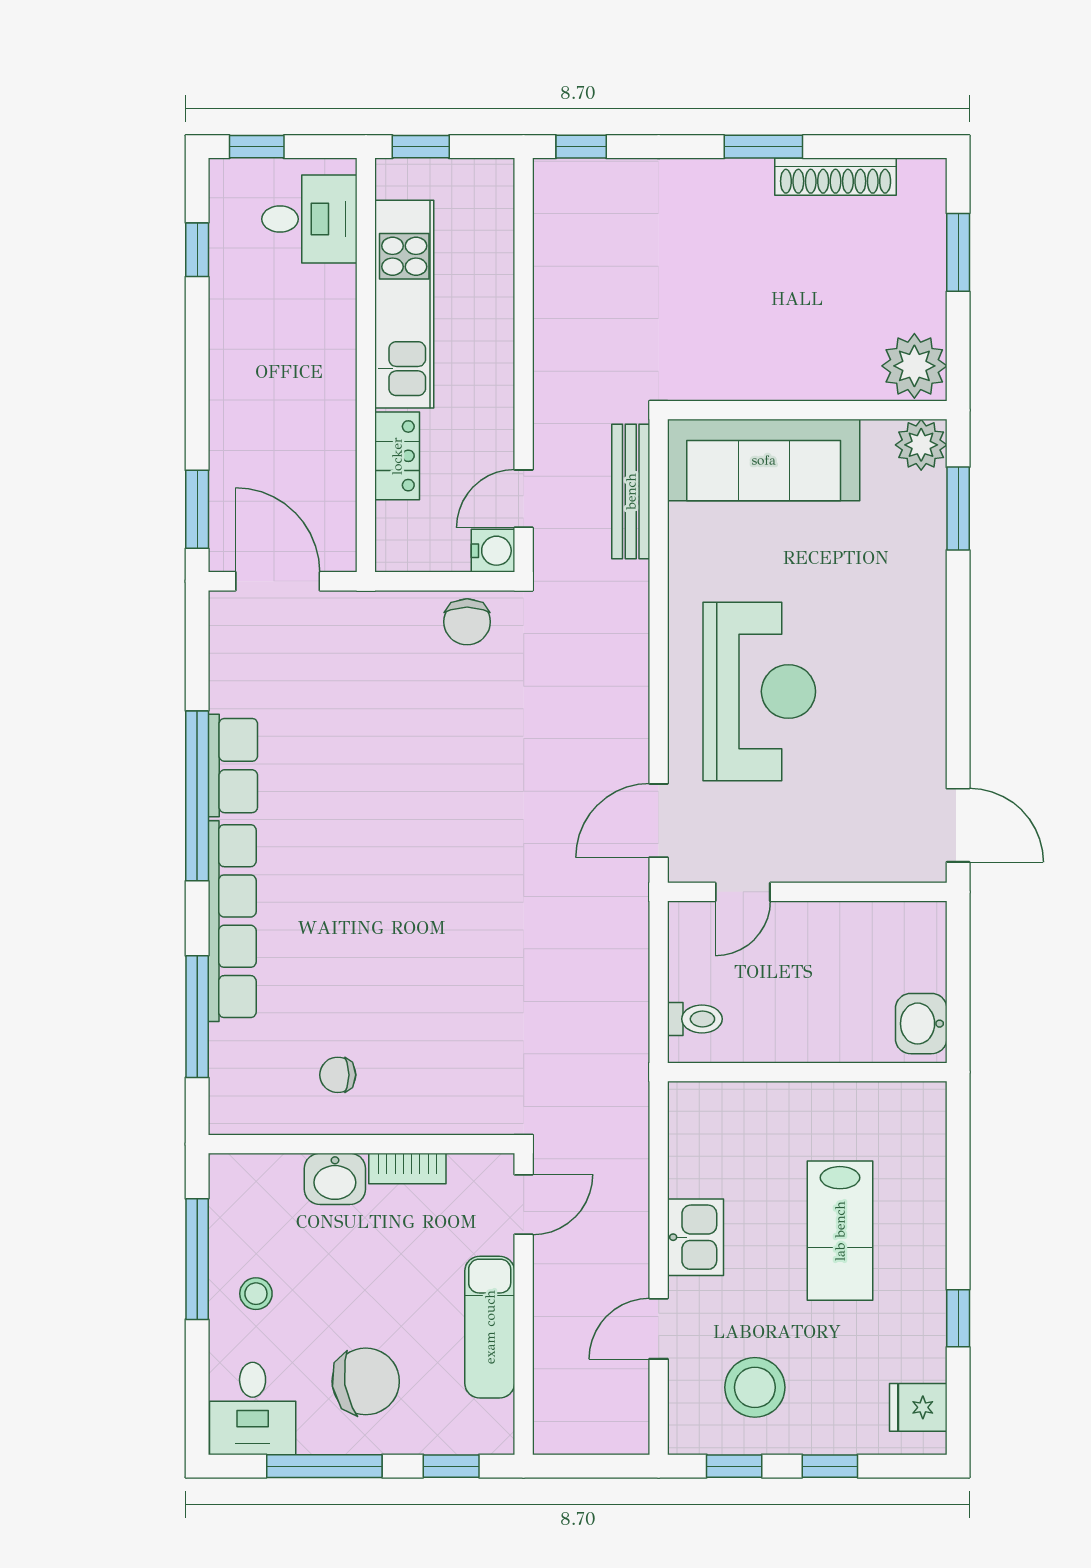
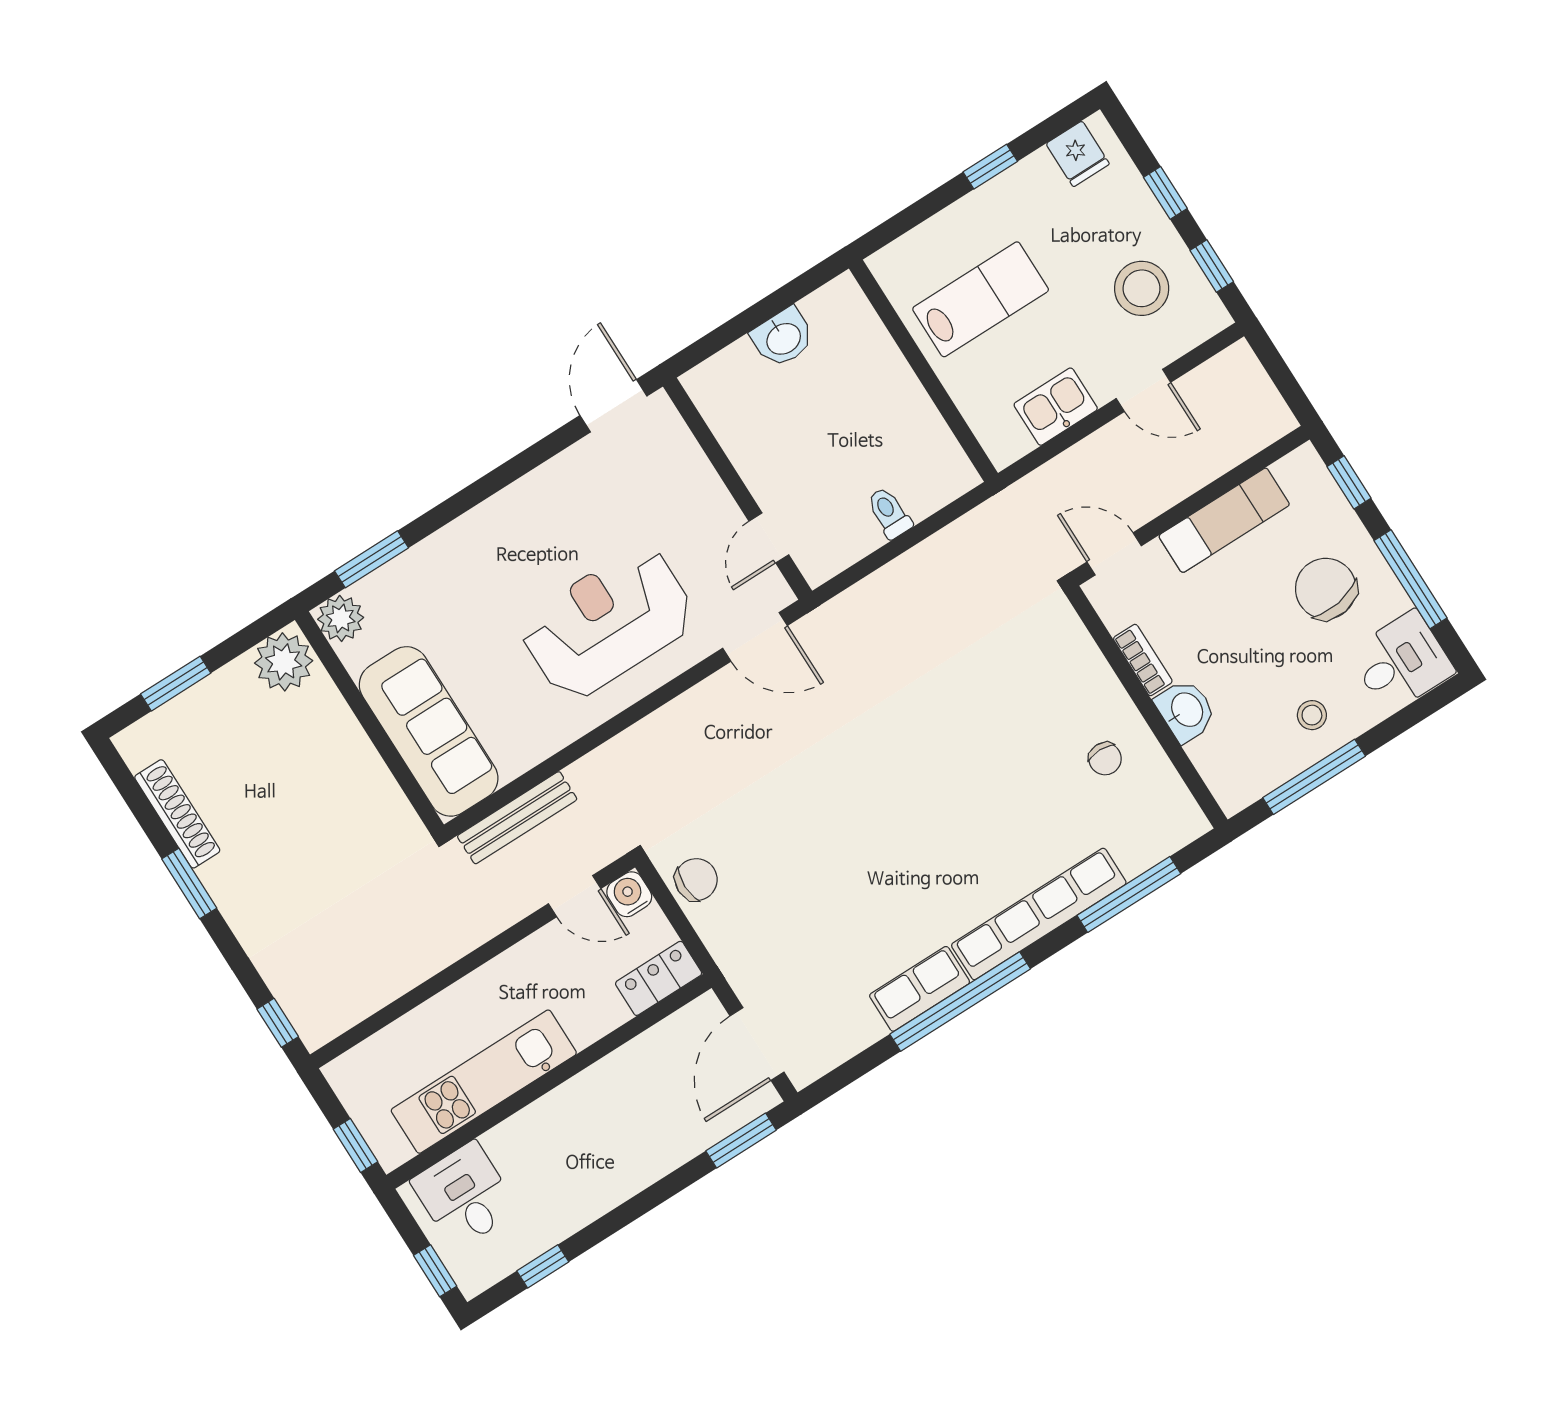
locker: (397, 456) -> (659, 978), moved
door: (743, 892) -> (769, 538), swing flipped
wall: (807, 1072) -> (923, 371), moved

